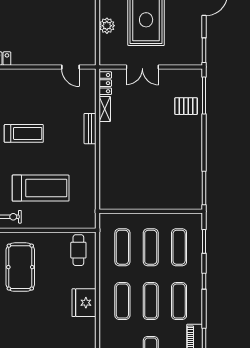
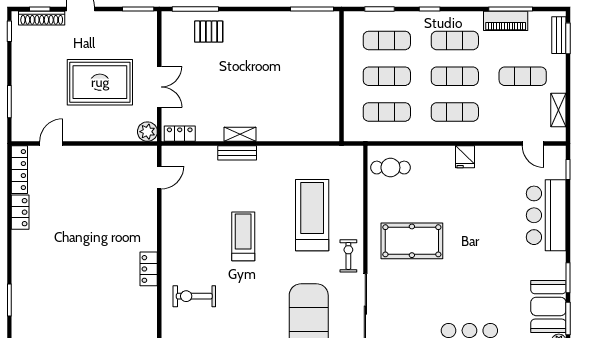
plant: (107, 26) -> (147, 132), moved
pallet: (186, 106) -> (209, 32), turned 90
shelving: (105, 109) -> (240, 134), moved
fridge: (84, 303) -> (465, 157), width x0.53, depth x0.75

